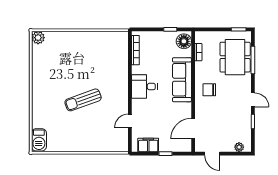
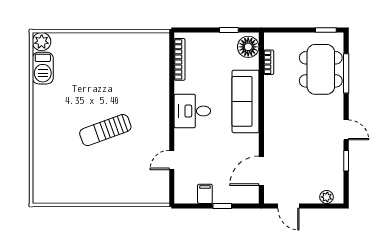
chair: (209, 90) -> (284, 116), removed
barbecue: (39, 140) -> (43, 68), moved
filing cabinet: (148, 145) -> (205, 194), width x0.50

